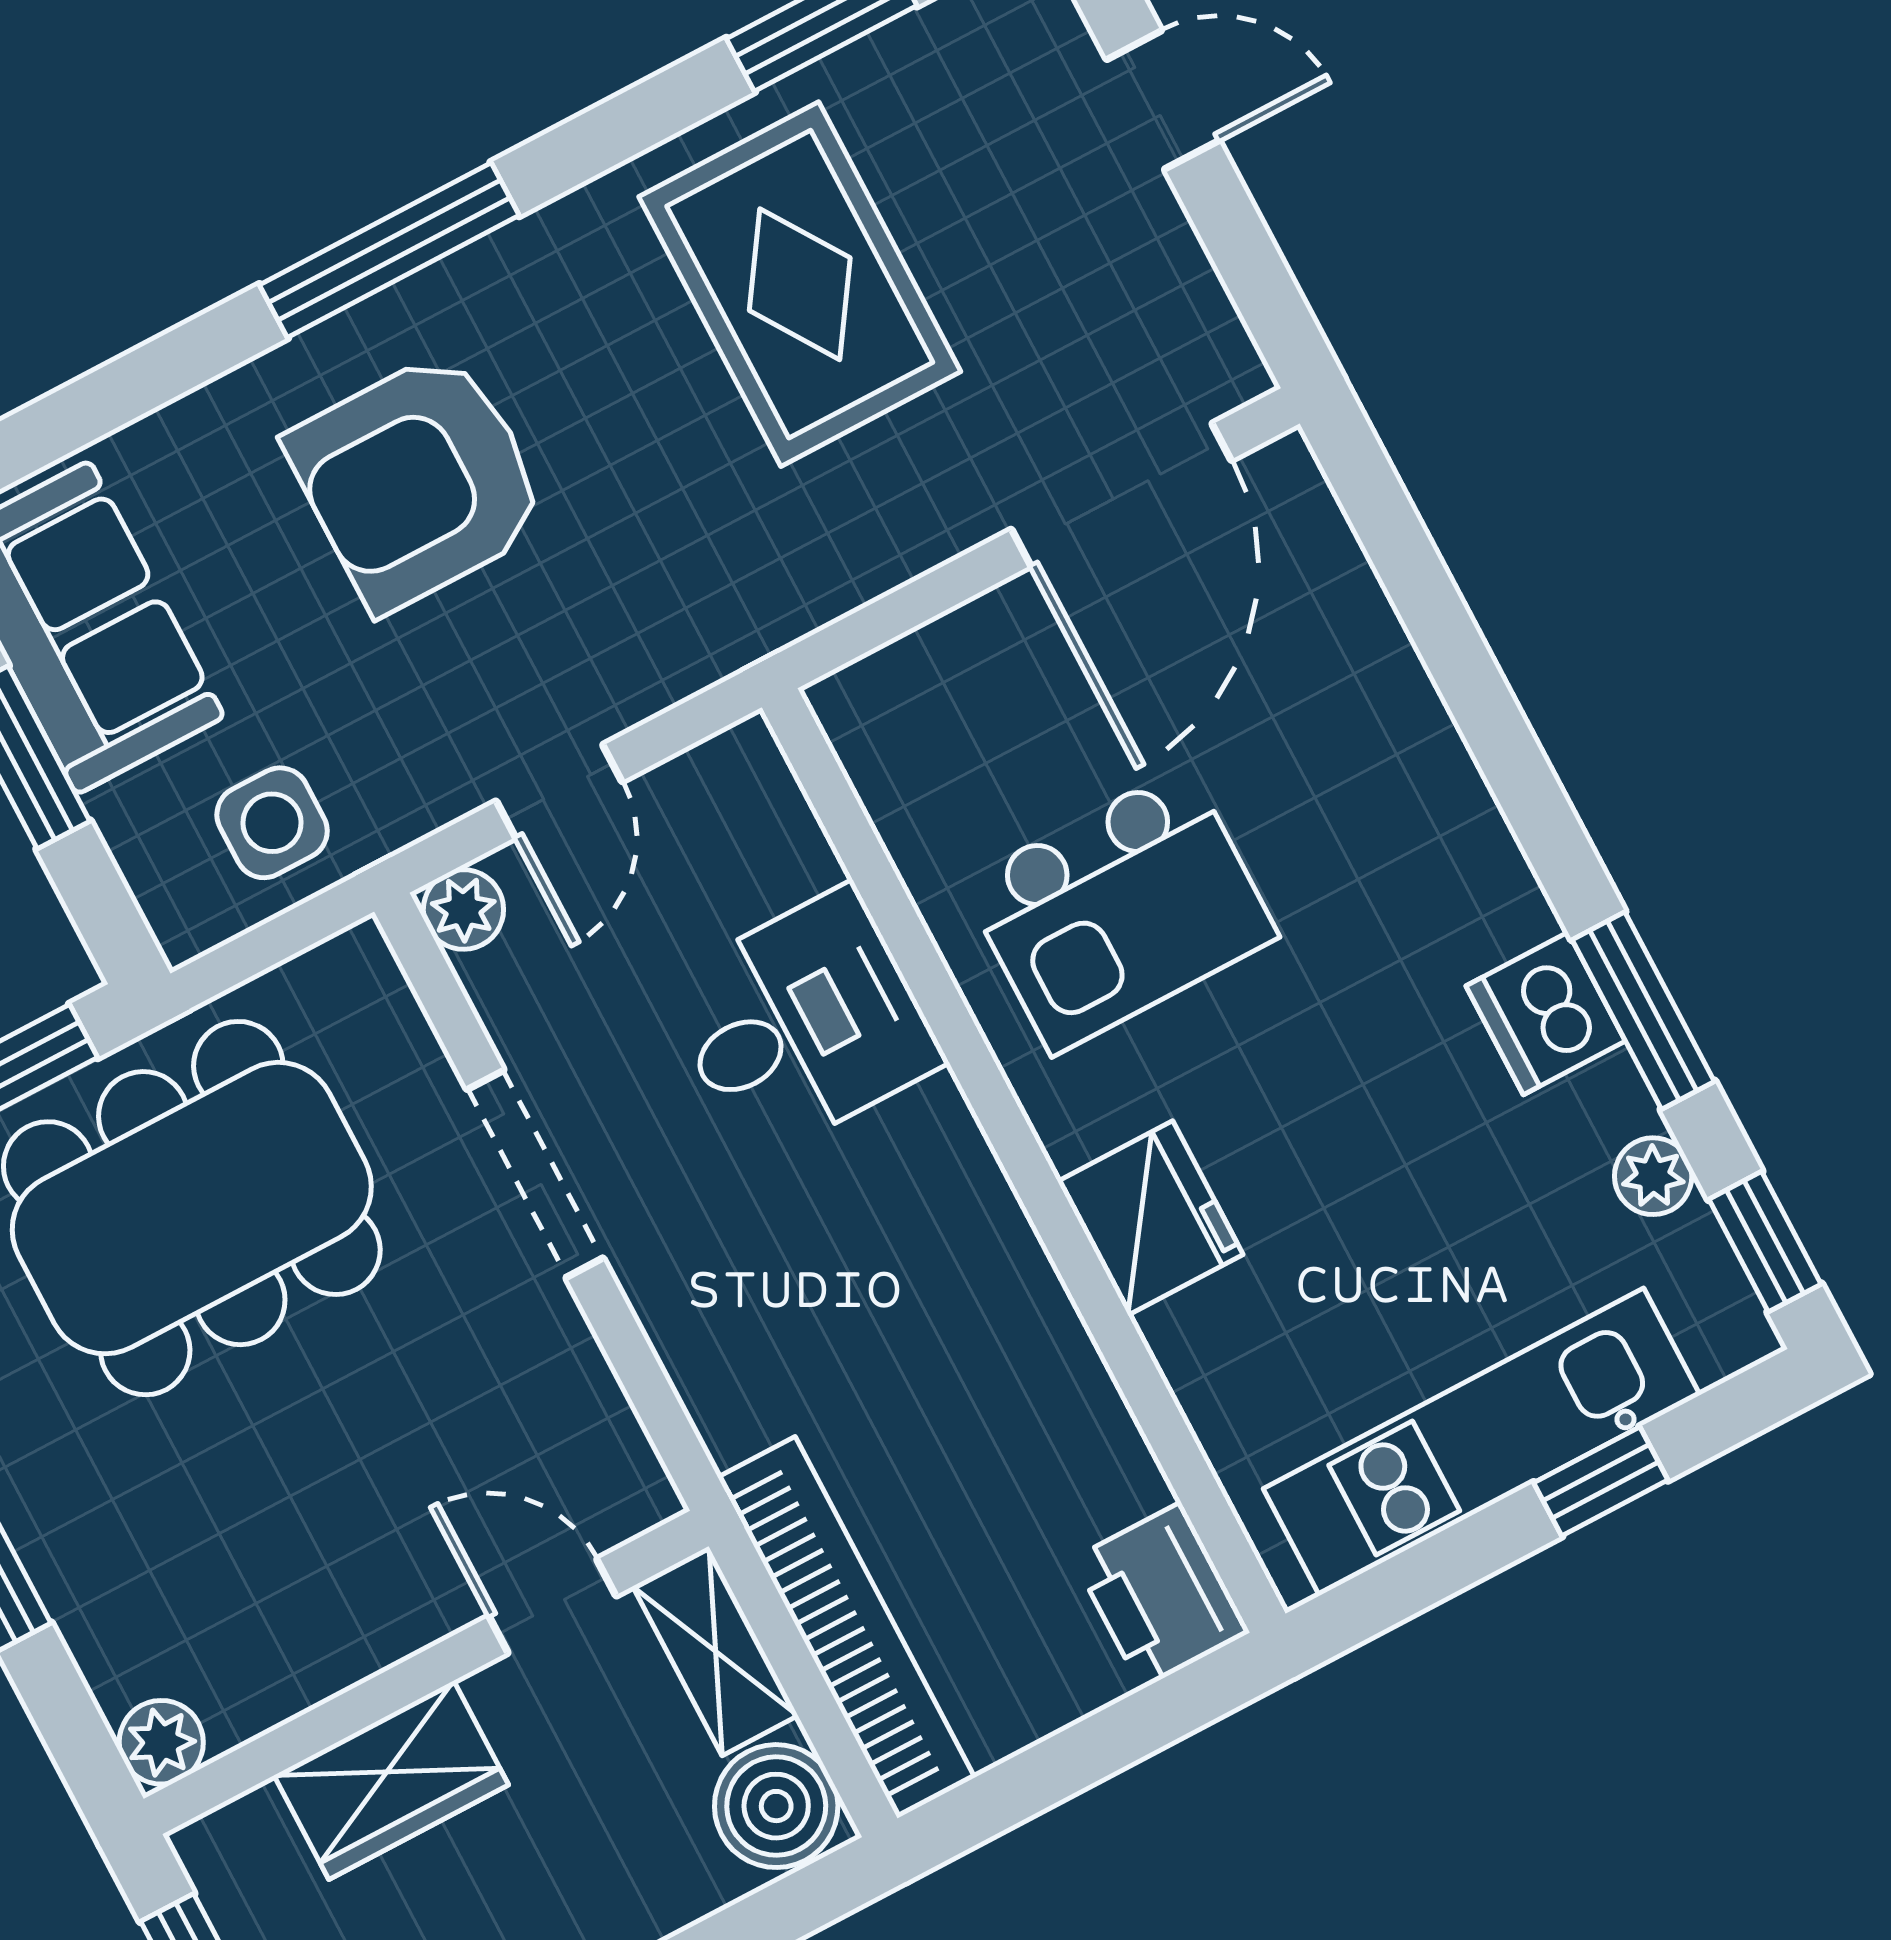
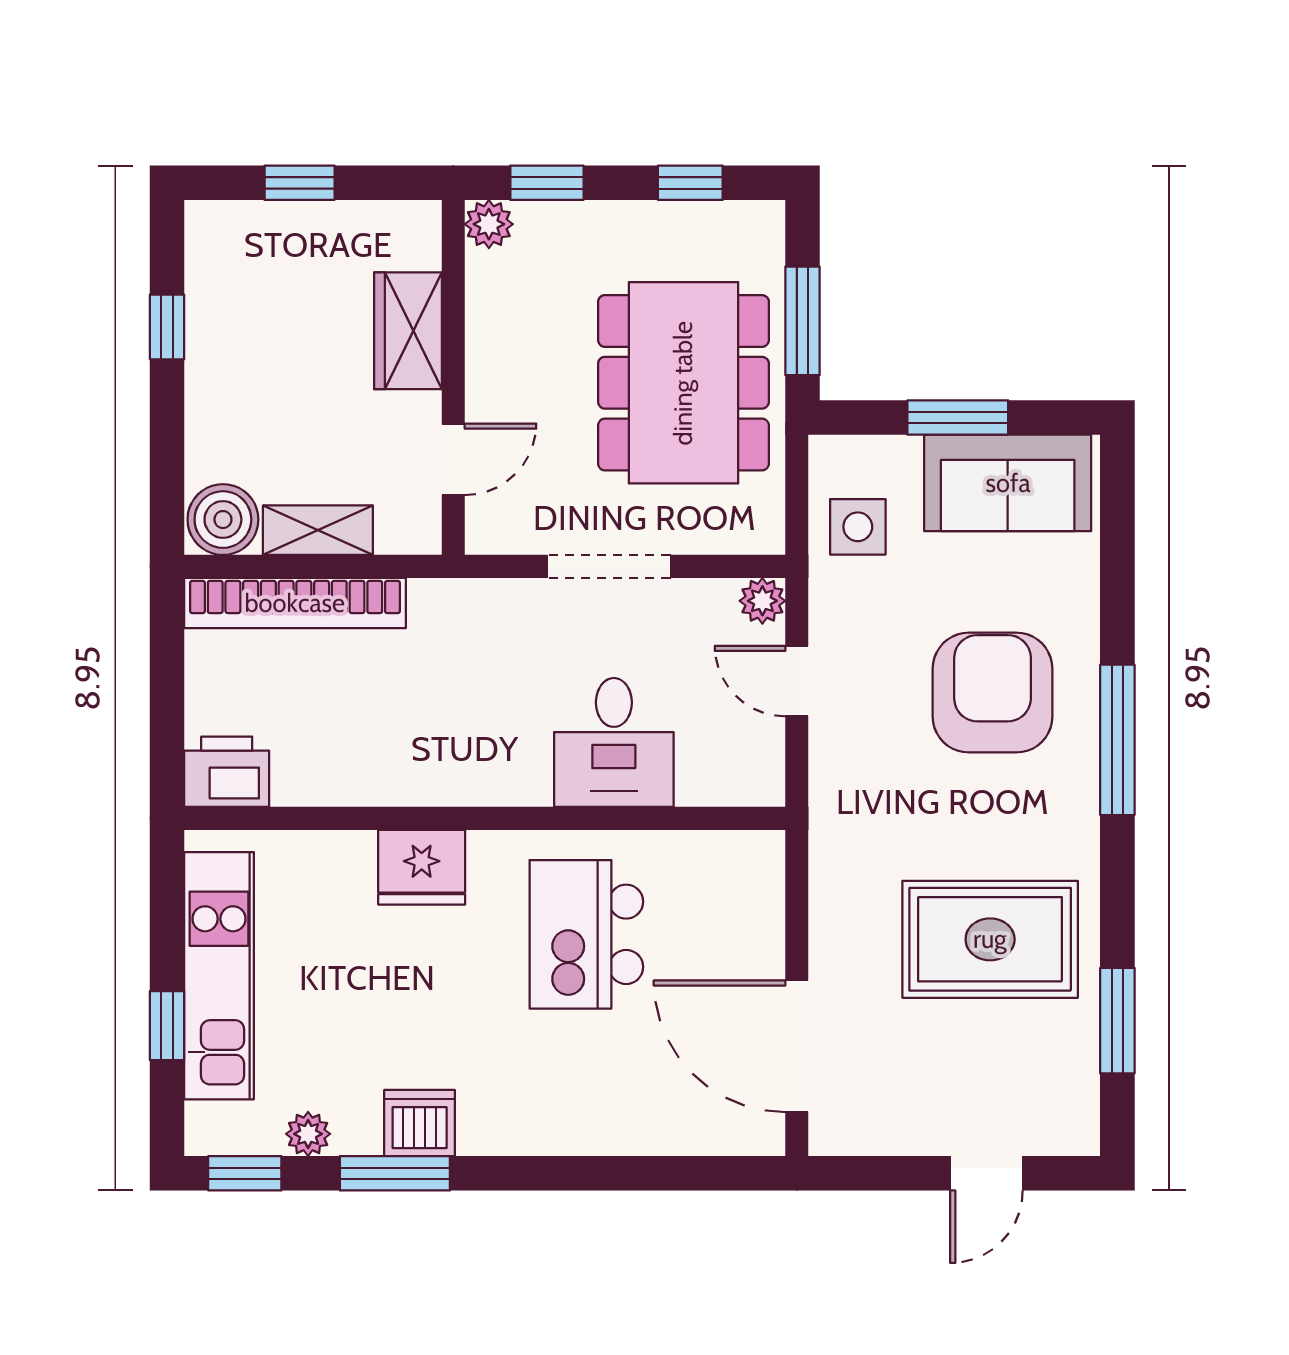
door: (552, 1606) -> (453, 459), moved
wall: (426, 1673) -> (453, 377), moved
plant: (161, 1742) -> (489, 224), moved
wardrobe: (391, 1780) -> (408, 331), moved

